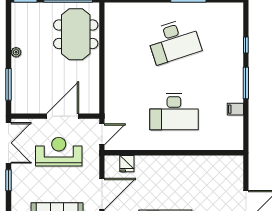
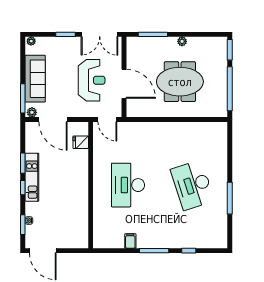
meeting table: (76, 34) -> (180, 82), moved

